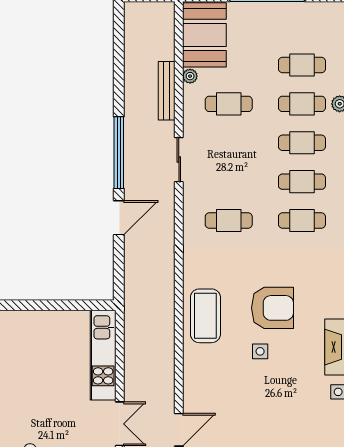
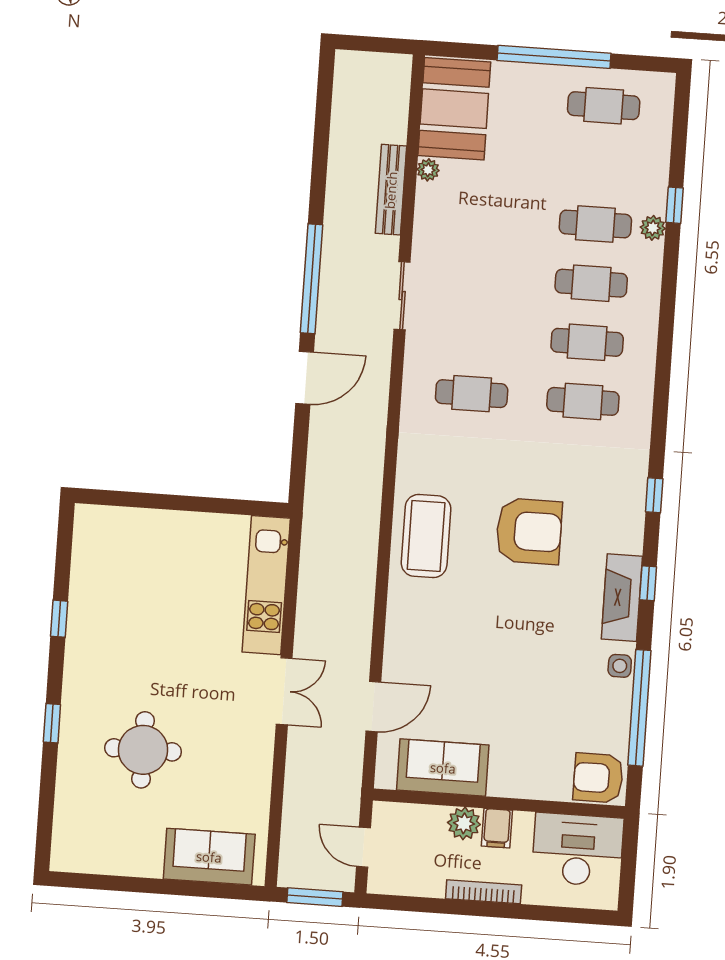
cafe table: (302, 65) -> (604, 106), moved
cafe table: (229, 104) -> (484, 216), removed
side table: (260, 351) -> (505, 596), removed

